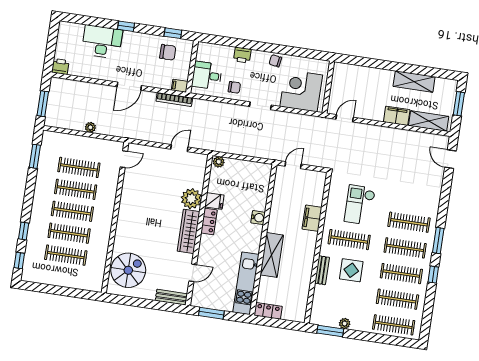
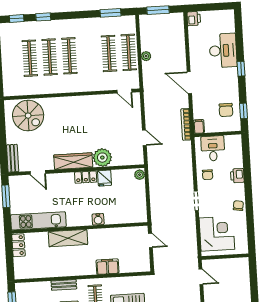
clothes rail: (76, 189) -> (129, 52), moved

